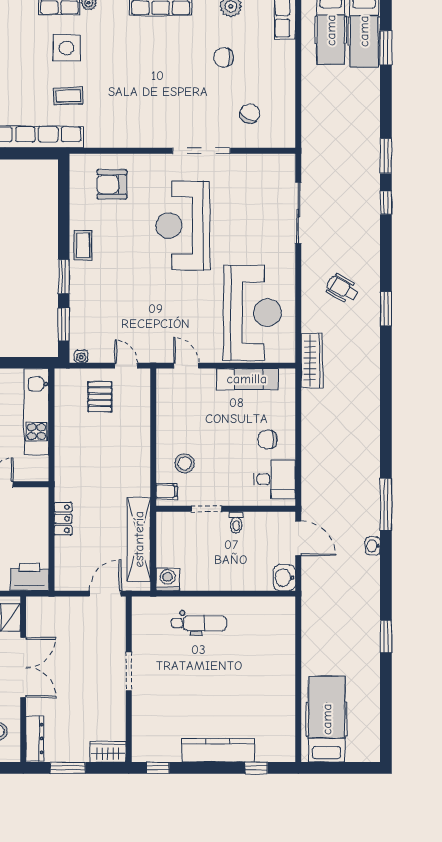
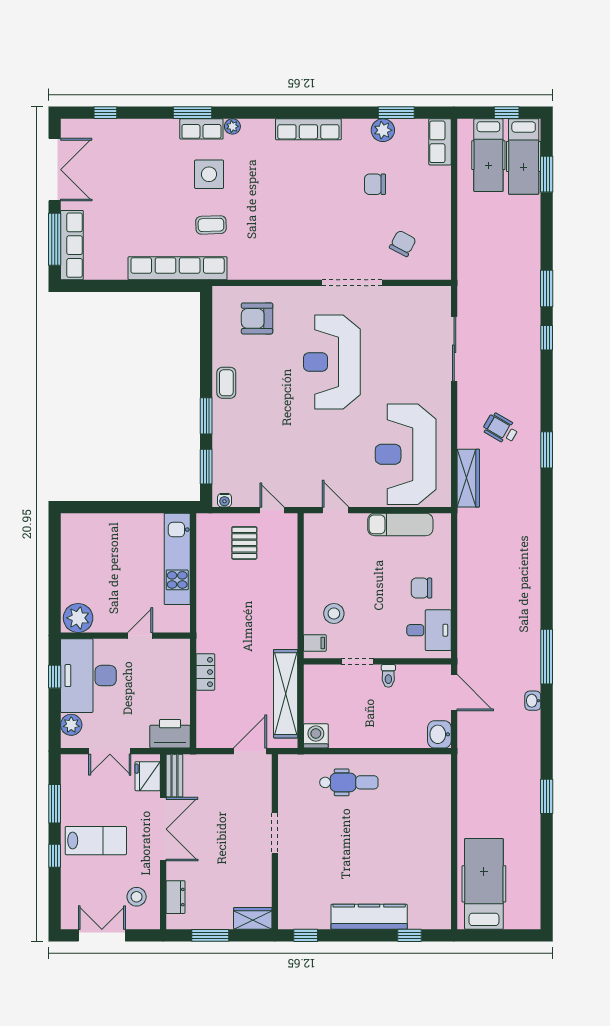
reception desk: (252, 313) -> (406, 454), turned 180
wardrobe: (312, 360) -> (468, 478), moved
bench: (34, 617) -> (174, 776), added
dresser: (35, 739) -> (176, 897), width x0.70

